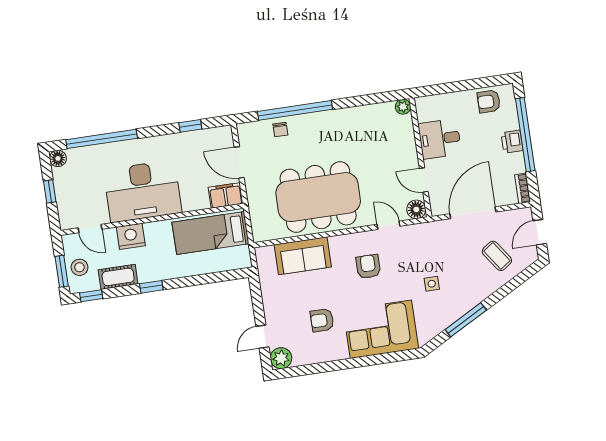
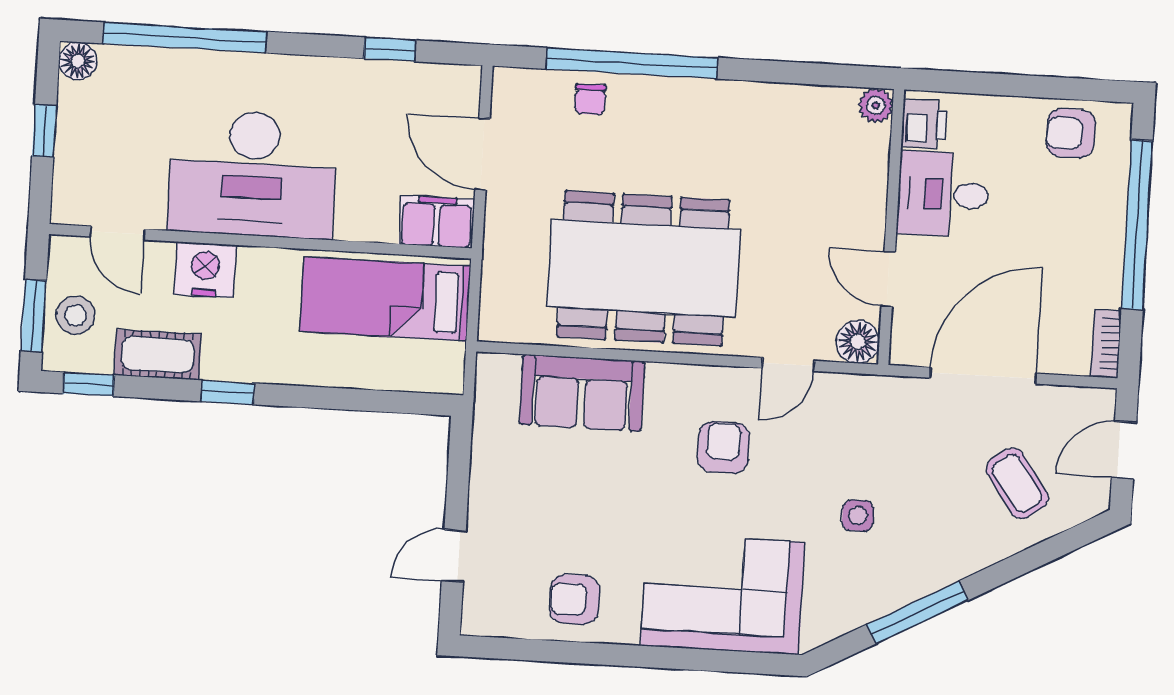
printer: (512, 142) -> (924, 124), moved, turned 180
door: (388, 225) -> (788, 364), swing flipped
armchair: (322, 320) -> (574, 599), moved
plant: (281, 358) -> (485, 612), removed

